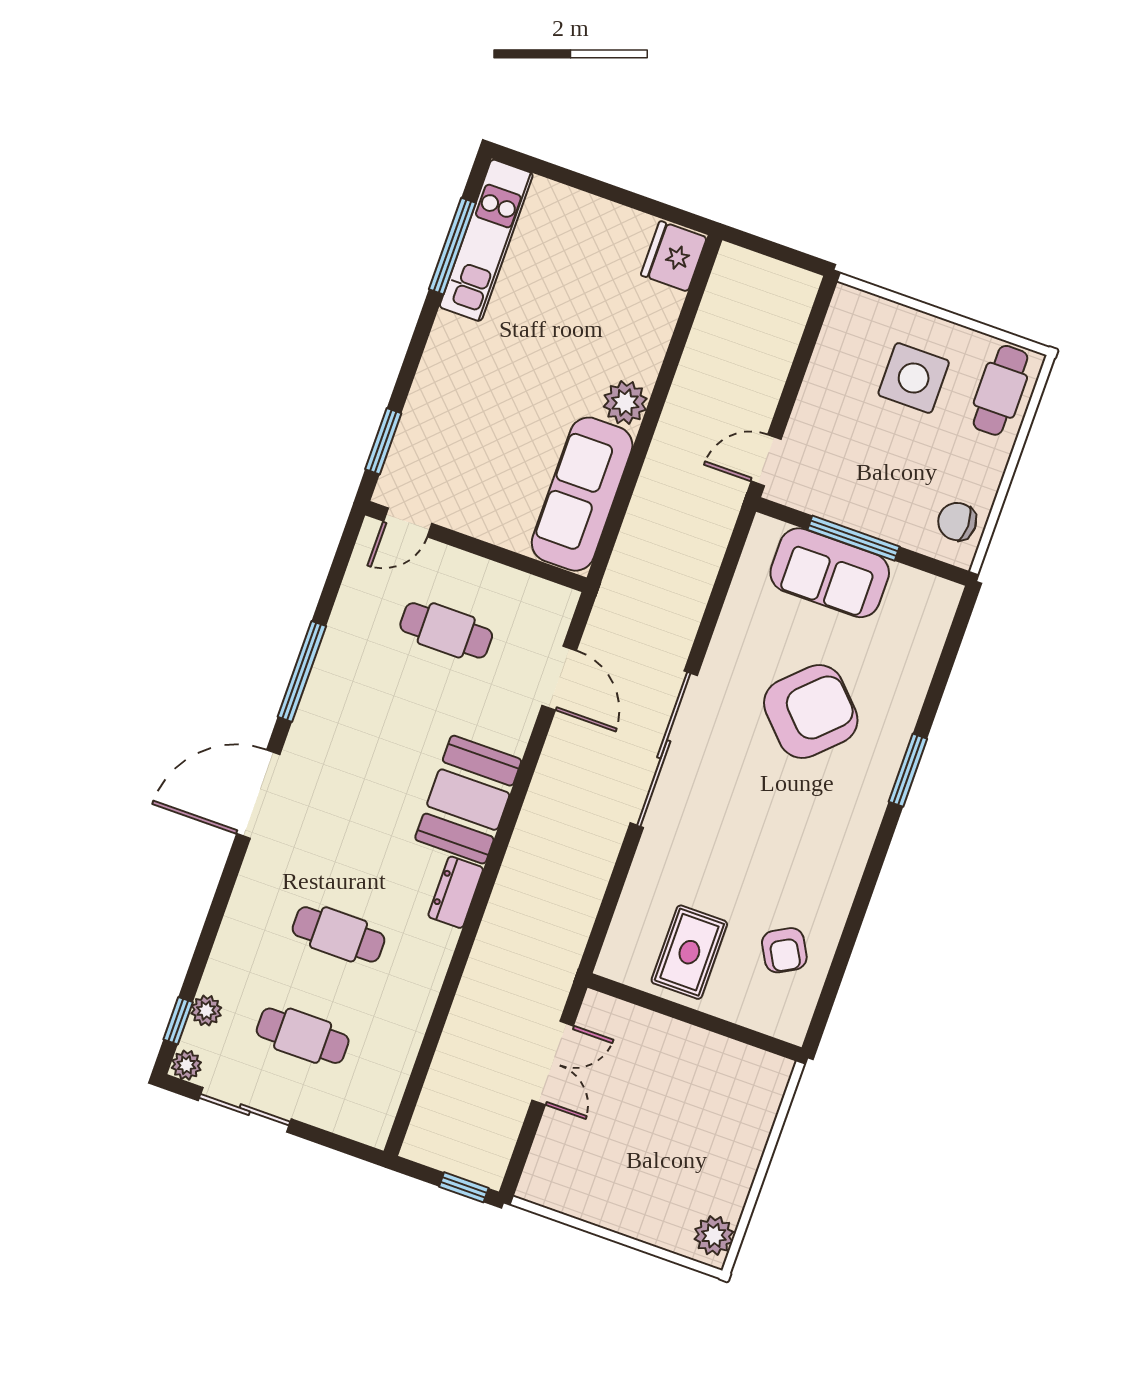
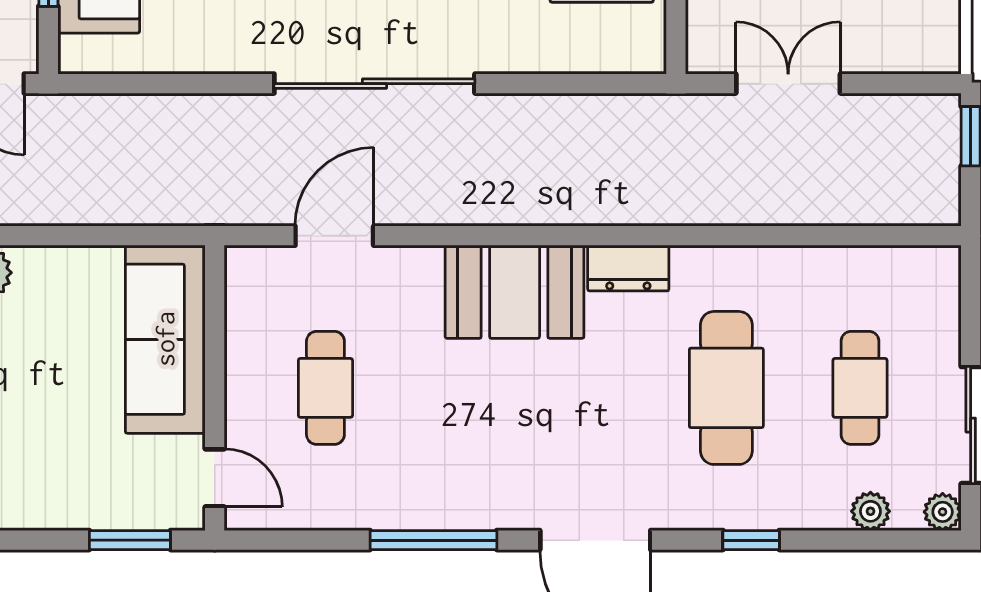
sofa: (582, 494) -> (165, 339), moved, turned 90
cafe table: (339, 934) -> (726, 388), width x1.37, depth x1.35
window: (178, 1021) -> (751, 540), moved

